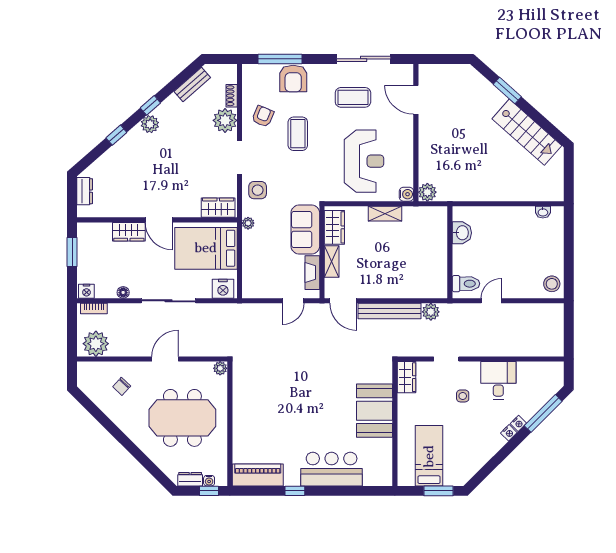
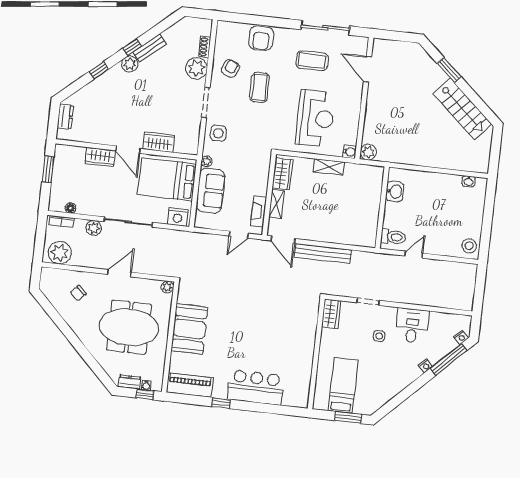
window: (280, 59) -> (251, 19), removed
bench: (192, 84) -> (150, 48), moved
wardrobe: (218, 208) -> (158, 142), moved
sofa: (305, 230) -> (211, 191), moved, turned 180
nightstand: (86, 291) -> (57, 205), removed
floor lamp: (123, 292) -> (71, 208), moved
plant: (431, 312) -> (94, 228), moved
booth: (375, 411) -> (189, 329), moved
nightstand: (509, 433) -> (461, 337), moved

